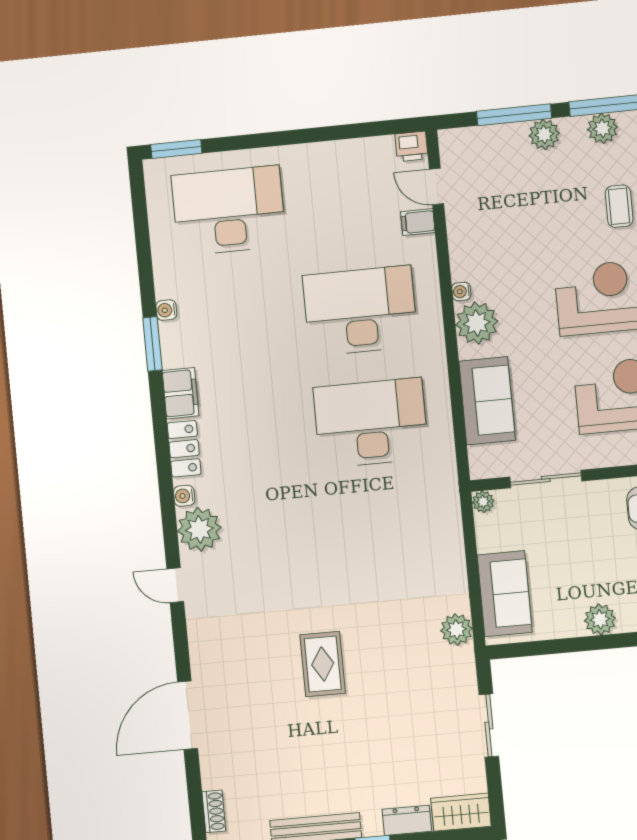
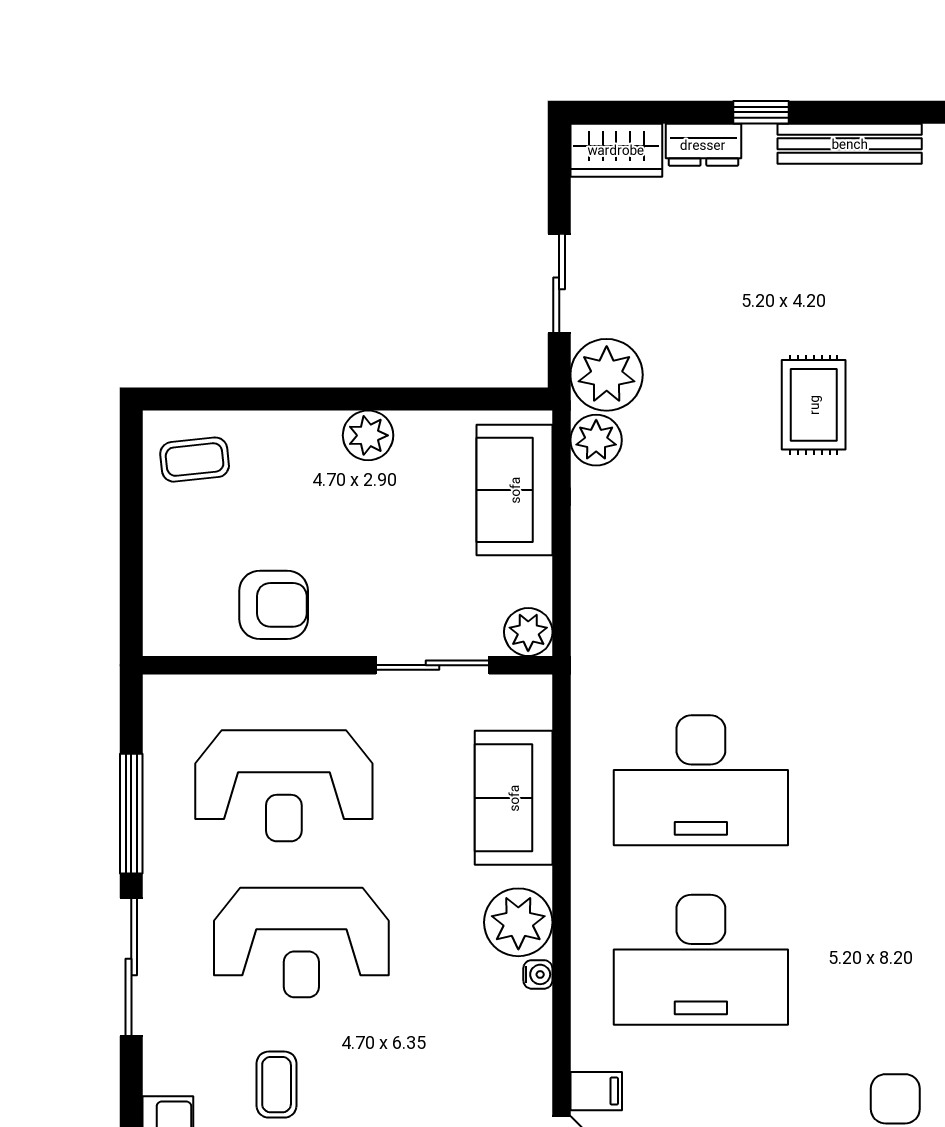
plant: (483, 502) -> (528, 632), width x1.38, depth x1.38
plant: (454, 671) -> (607, 375), added

